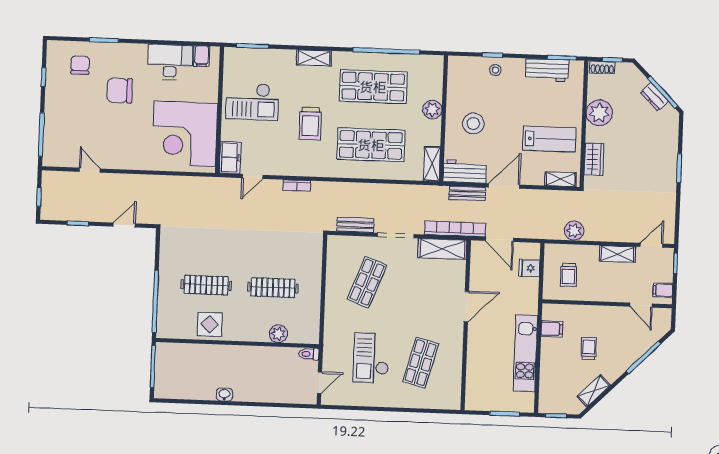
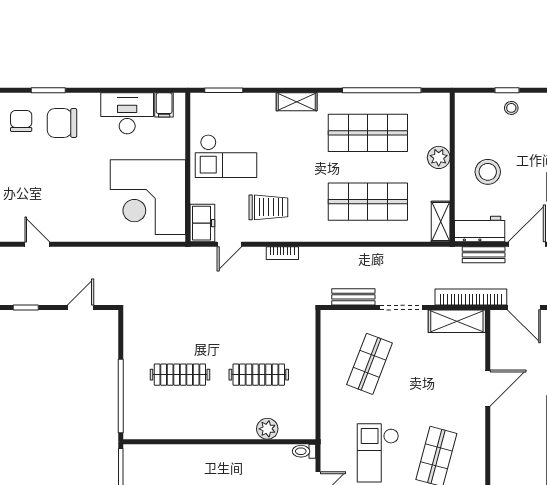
chair: (120, 91) -> (62, 123), moved
trolley: (310, 124) -> (268, 207), moved, turned -90
display table: (210, 324) -> (186, 421), removed

